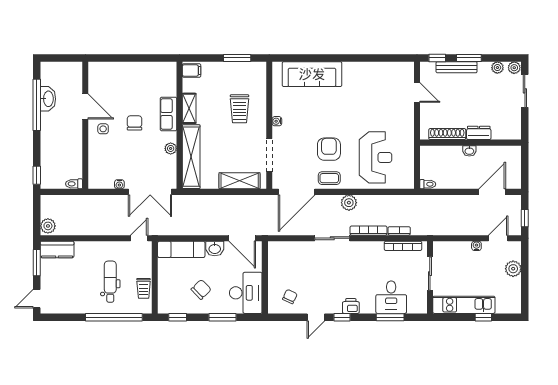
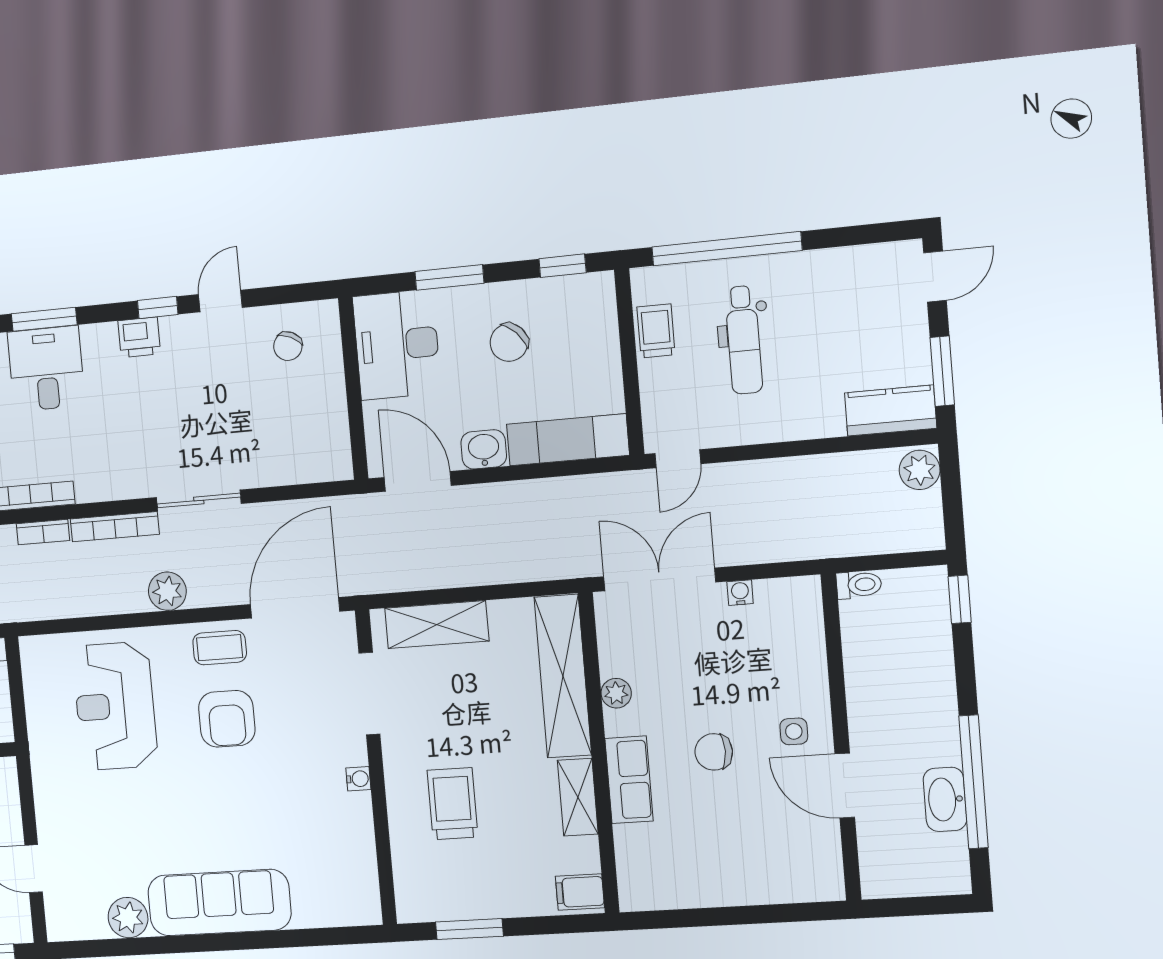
plant: (378, 70) -> (128, 918), added
sofa: (312, 74) -> (219, 903), moved
chair: (134, 123) -> (714, 752), turned 90

